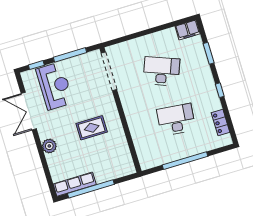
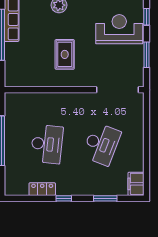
window: (70, 55) -> (147, 55), width x0.69
reception desk: (55, 86) -> (119, 29), turned 180
locker: (220, 122) -> (42, 189), moved

